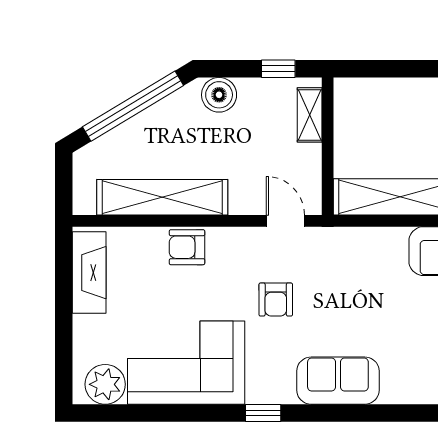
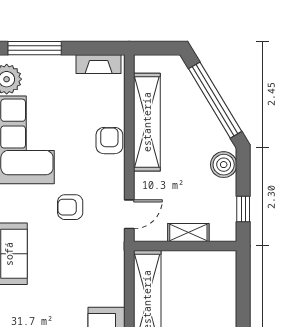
shelving: (310, 115) -> (188, 232), moved
fireplace: (89, 273) -> (99, 64), width x0.73, depth x0.76
window: (64, 347) -> (35, 48), added

